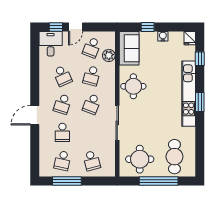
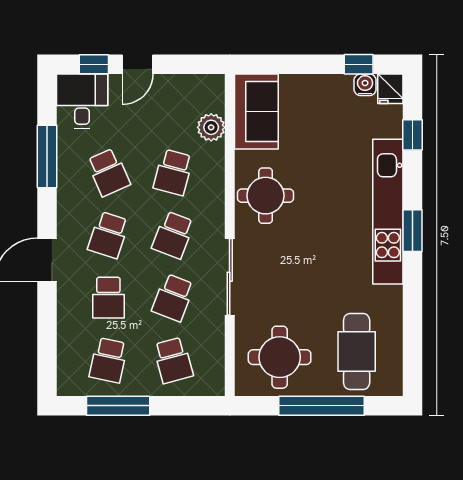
window: (148, 27) -> (359, 64), moved
water cooler: (163, 36) -> (365, 85), moved
school desk: (92, 47) -> (173, 298), moved
window: (35, 69) -> (47, 156), added

